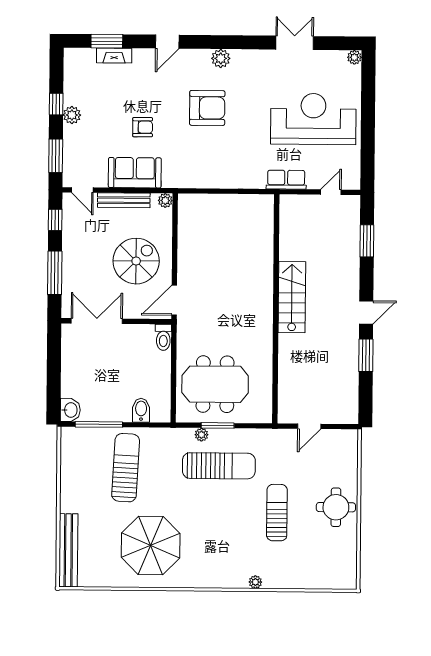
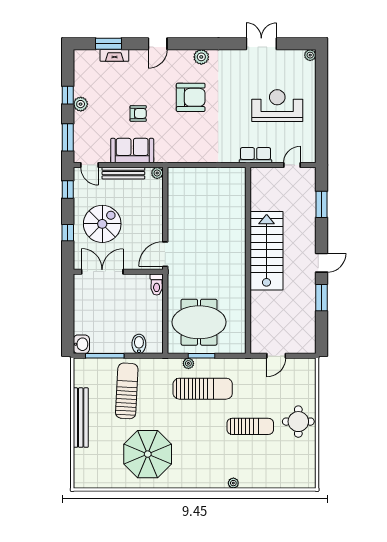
reception desk: (313, 119) -> (277, 106), width x0.74, depth x0.77
spiral stairs: (136, 261) -> (102, 224), moved
window: (55, 273) -> (68, 233), width x0.46
stairs: (292, 297) -> (267, 251), width x1.36, depth x1.51
sun lounger: (277, 513) -> (250, 426), turned 90
bench: (68, 550) -> (81, 418), moved

